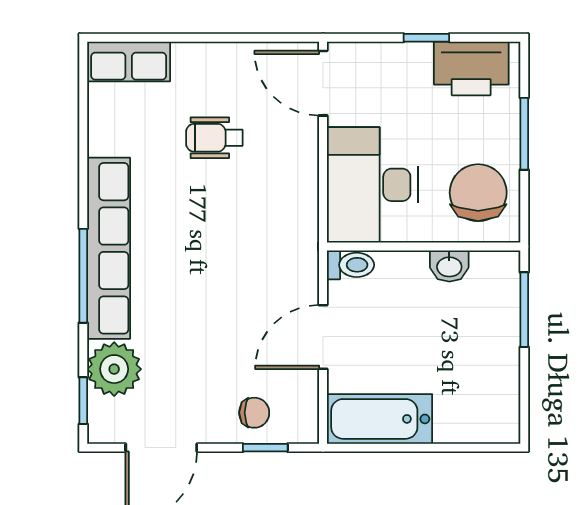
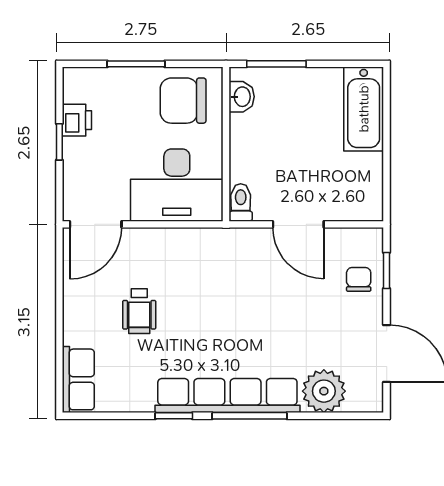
printer: (471, 68) -> (77, 120), width x0.53, depth x0.68
washbasin: (449, 266) -> (242, 97), moved
window: (83, 401) -> (174, 416), moved
bathtub: (380, 419) -> (364, 109), moved

